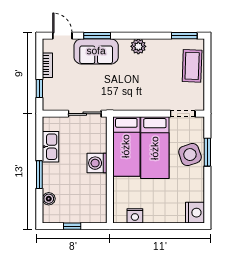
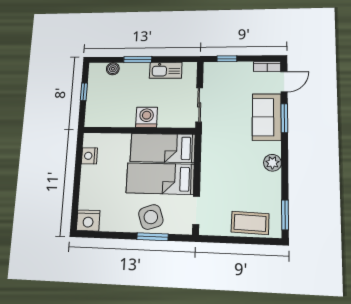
bookcase: (47, 65) -> (267, 66), moved

